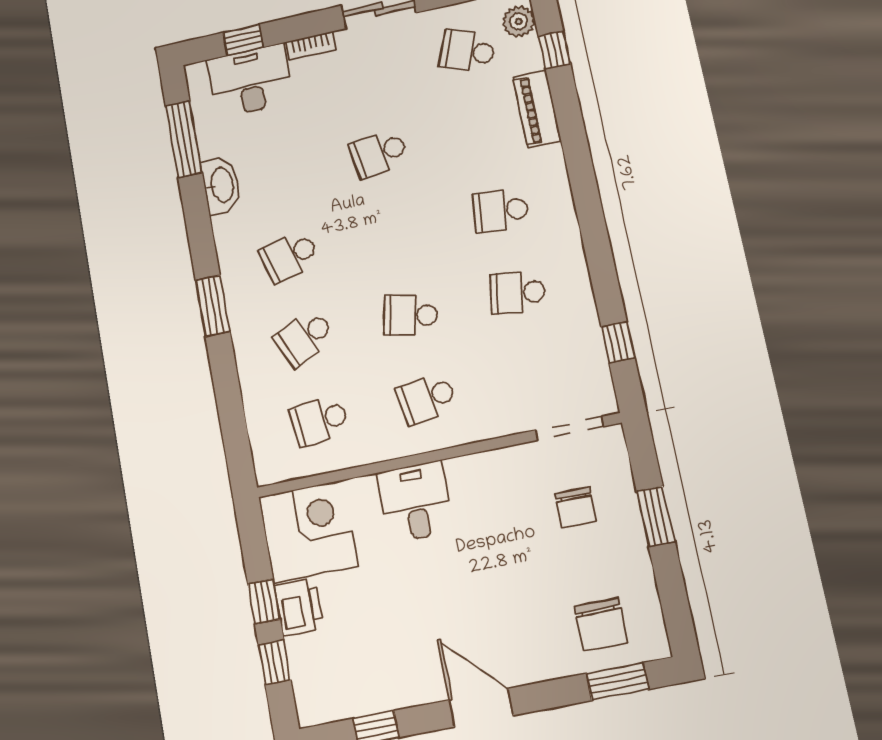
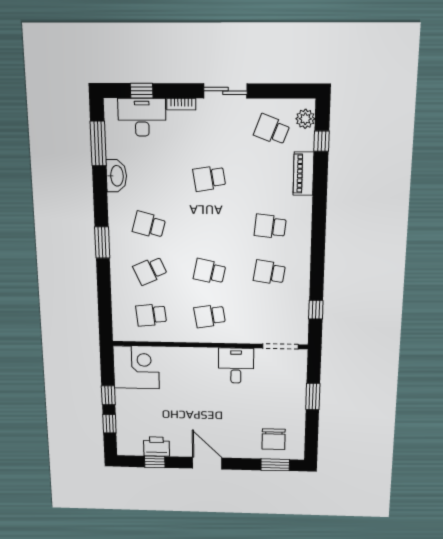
school desk: (290, 256) -> (149, 225), turned 30
desk: (415, 502) -> (236, 366), moved
chair: (575, 508) -> (274, 384), removed
printer: (299, 607) -> (157, 447), moved, turned -90

